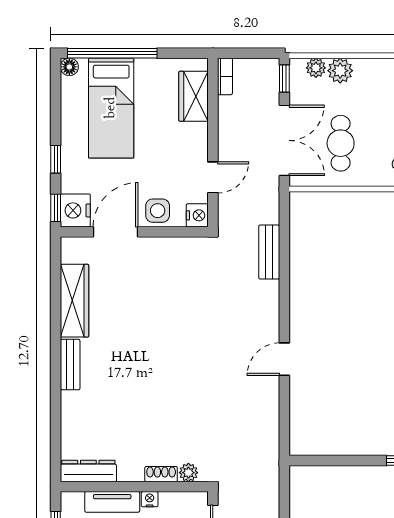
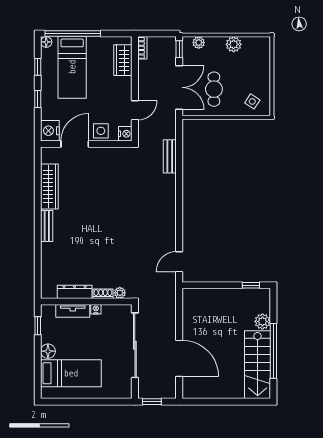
plant: (340, 71) -> (234, 44), moved
window: (56, 208) -> (38, 67), moved
door: (284, 359) -> (179, 262), moved
dresser: (88, 471) -> (75, 292), moved

